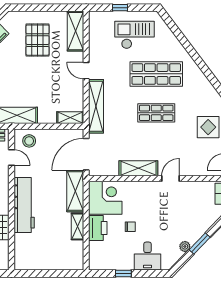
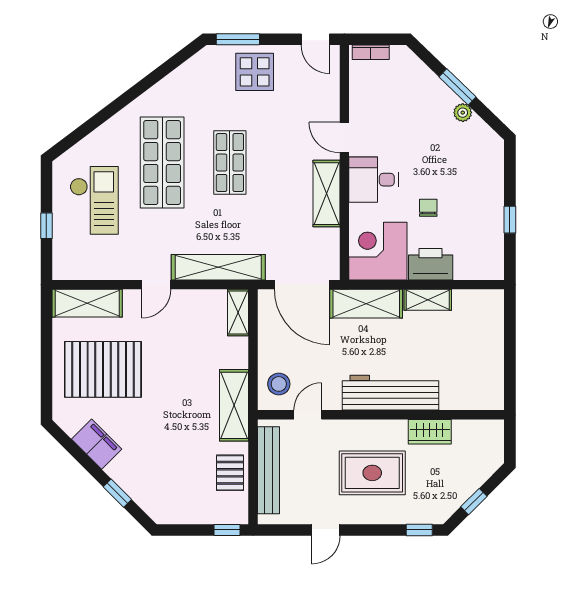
checkout: (134, 35) -> (94, 200), turned 180
pallet: (38, 40) -> (103, 369), width x1.37, depth x1.41
desk: (148, 256) -> (374, 180), moved, turned 180

